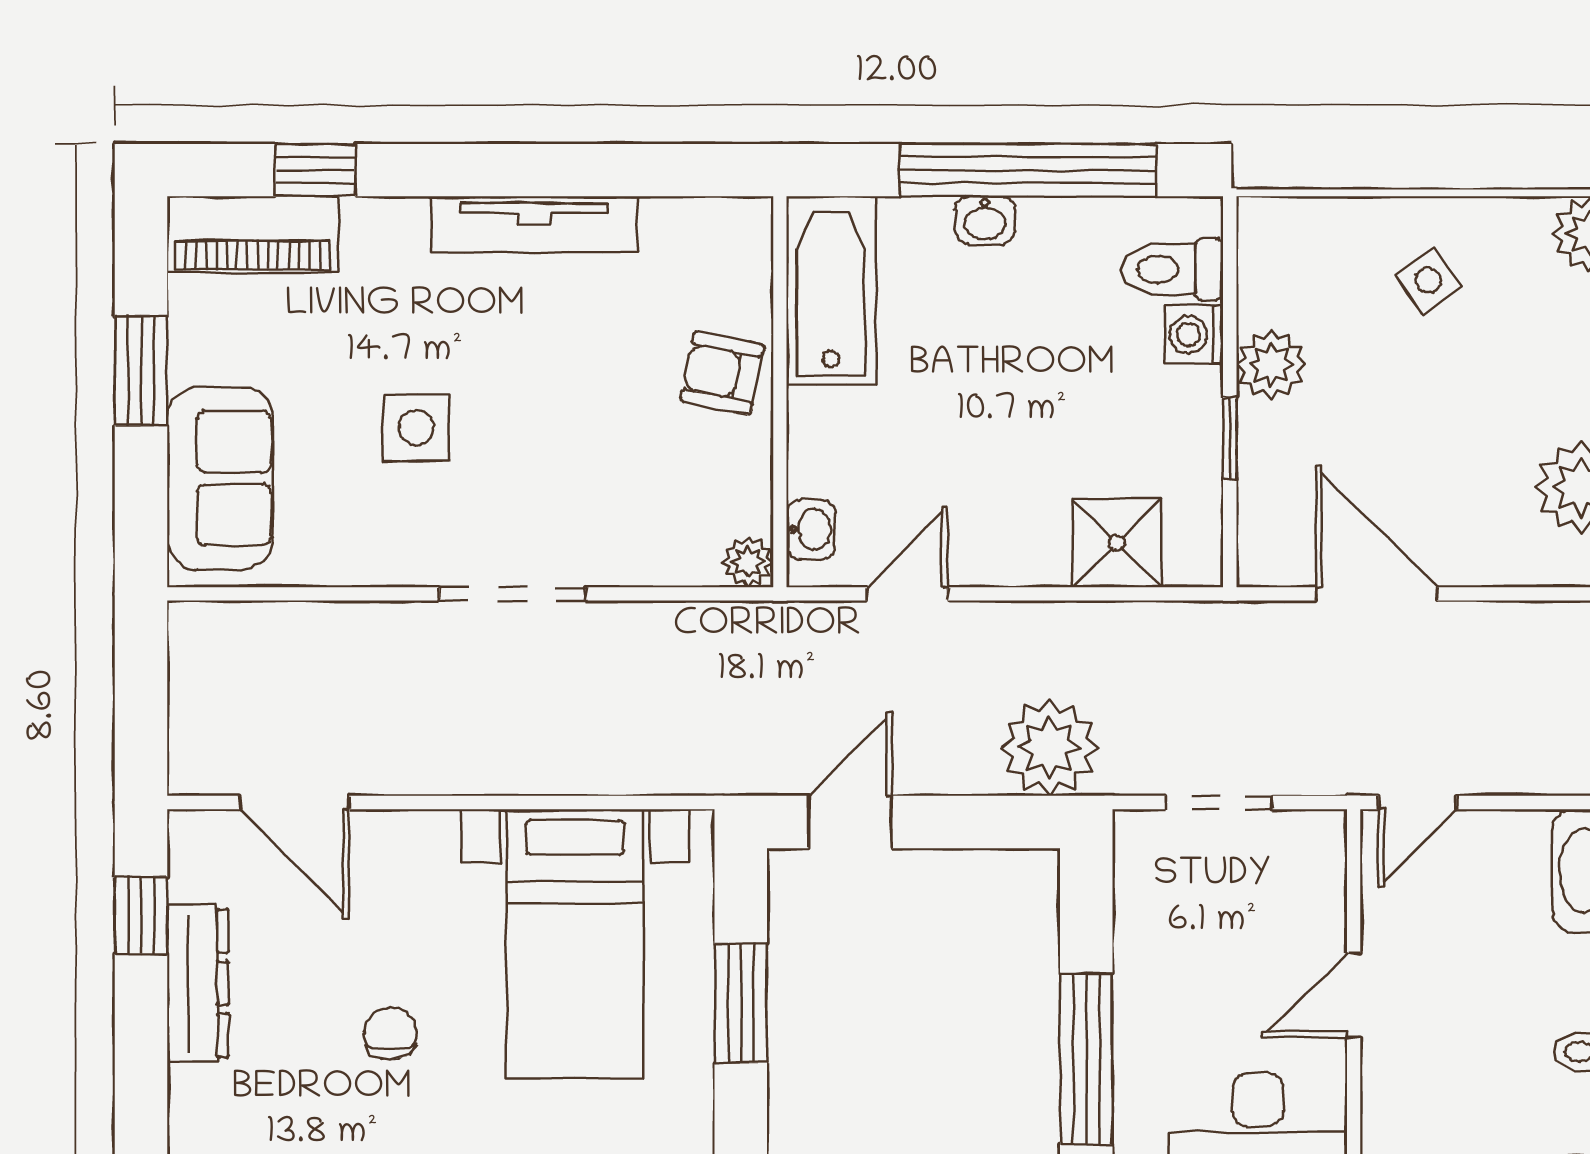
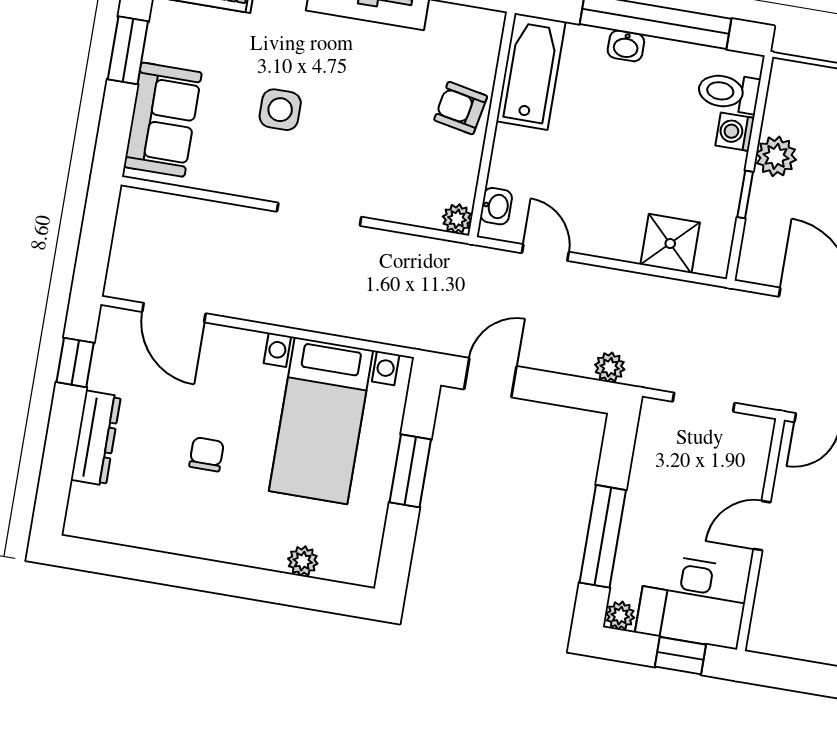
door: (907, 594) -> (545, 252), hinge flipped
plant: (1049, 747) -> (610, 367), width x0.53, depth x0.53
dresser: (198, 983) -> (96, 438), moved

